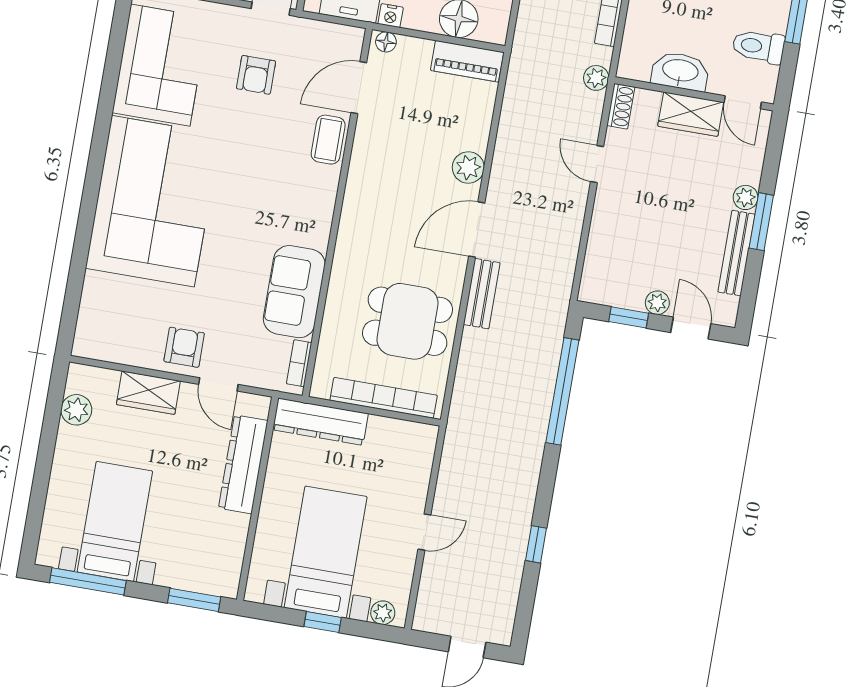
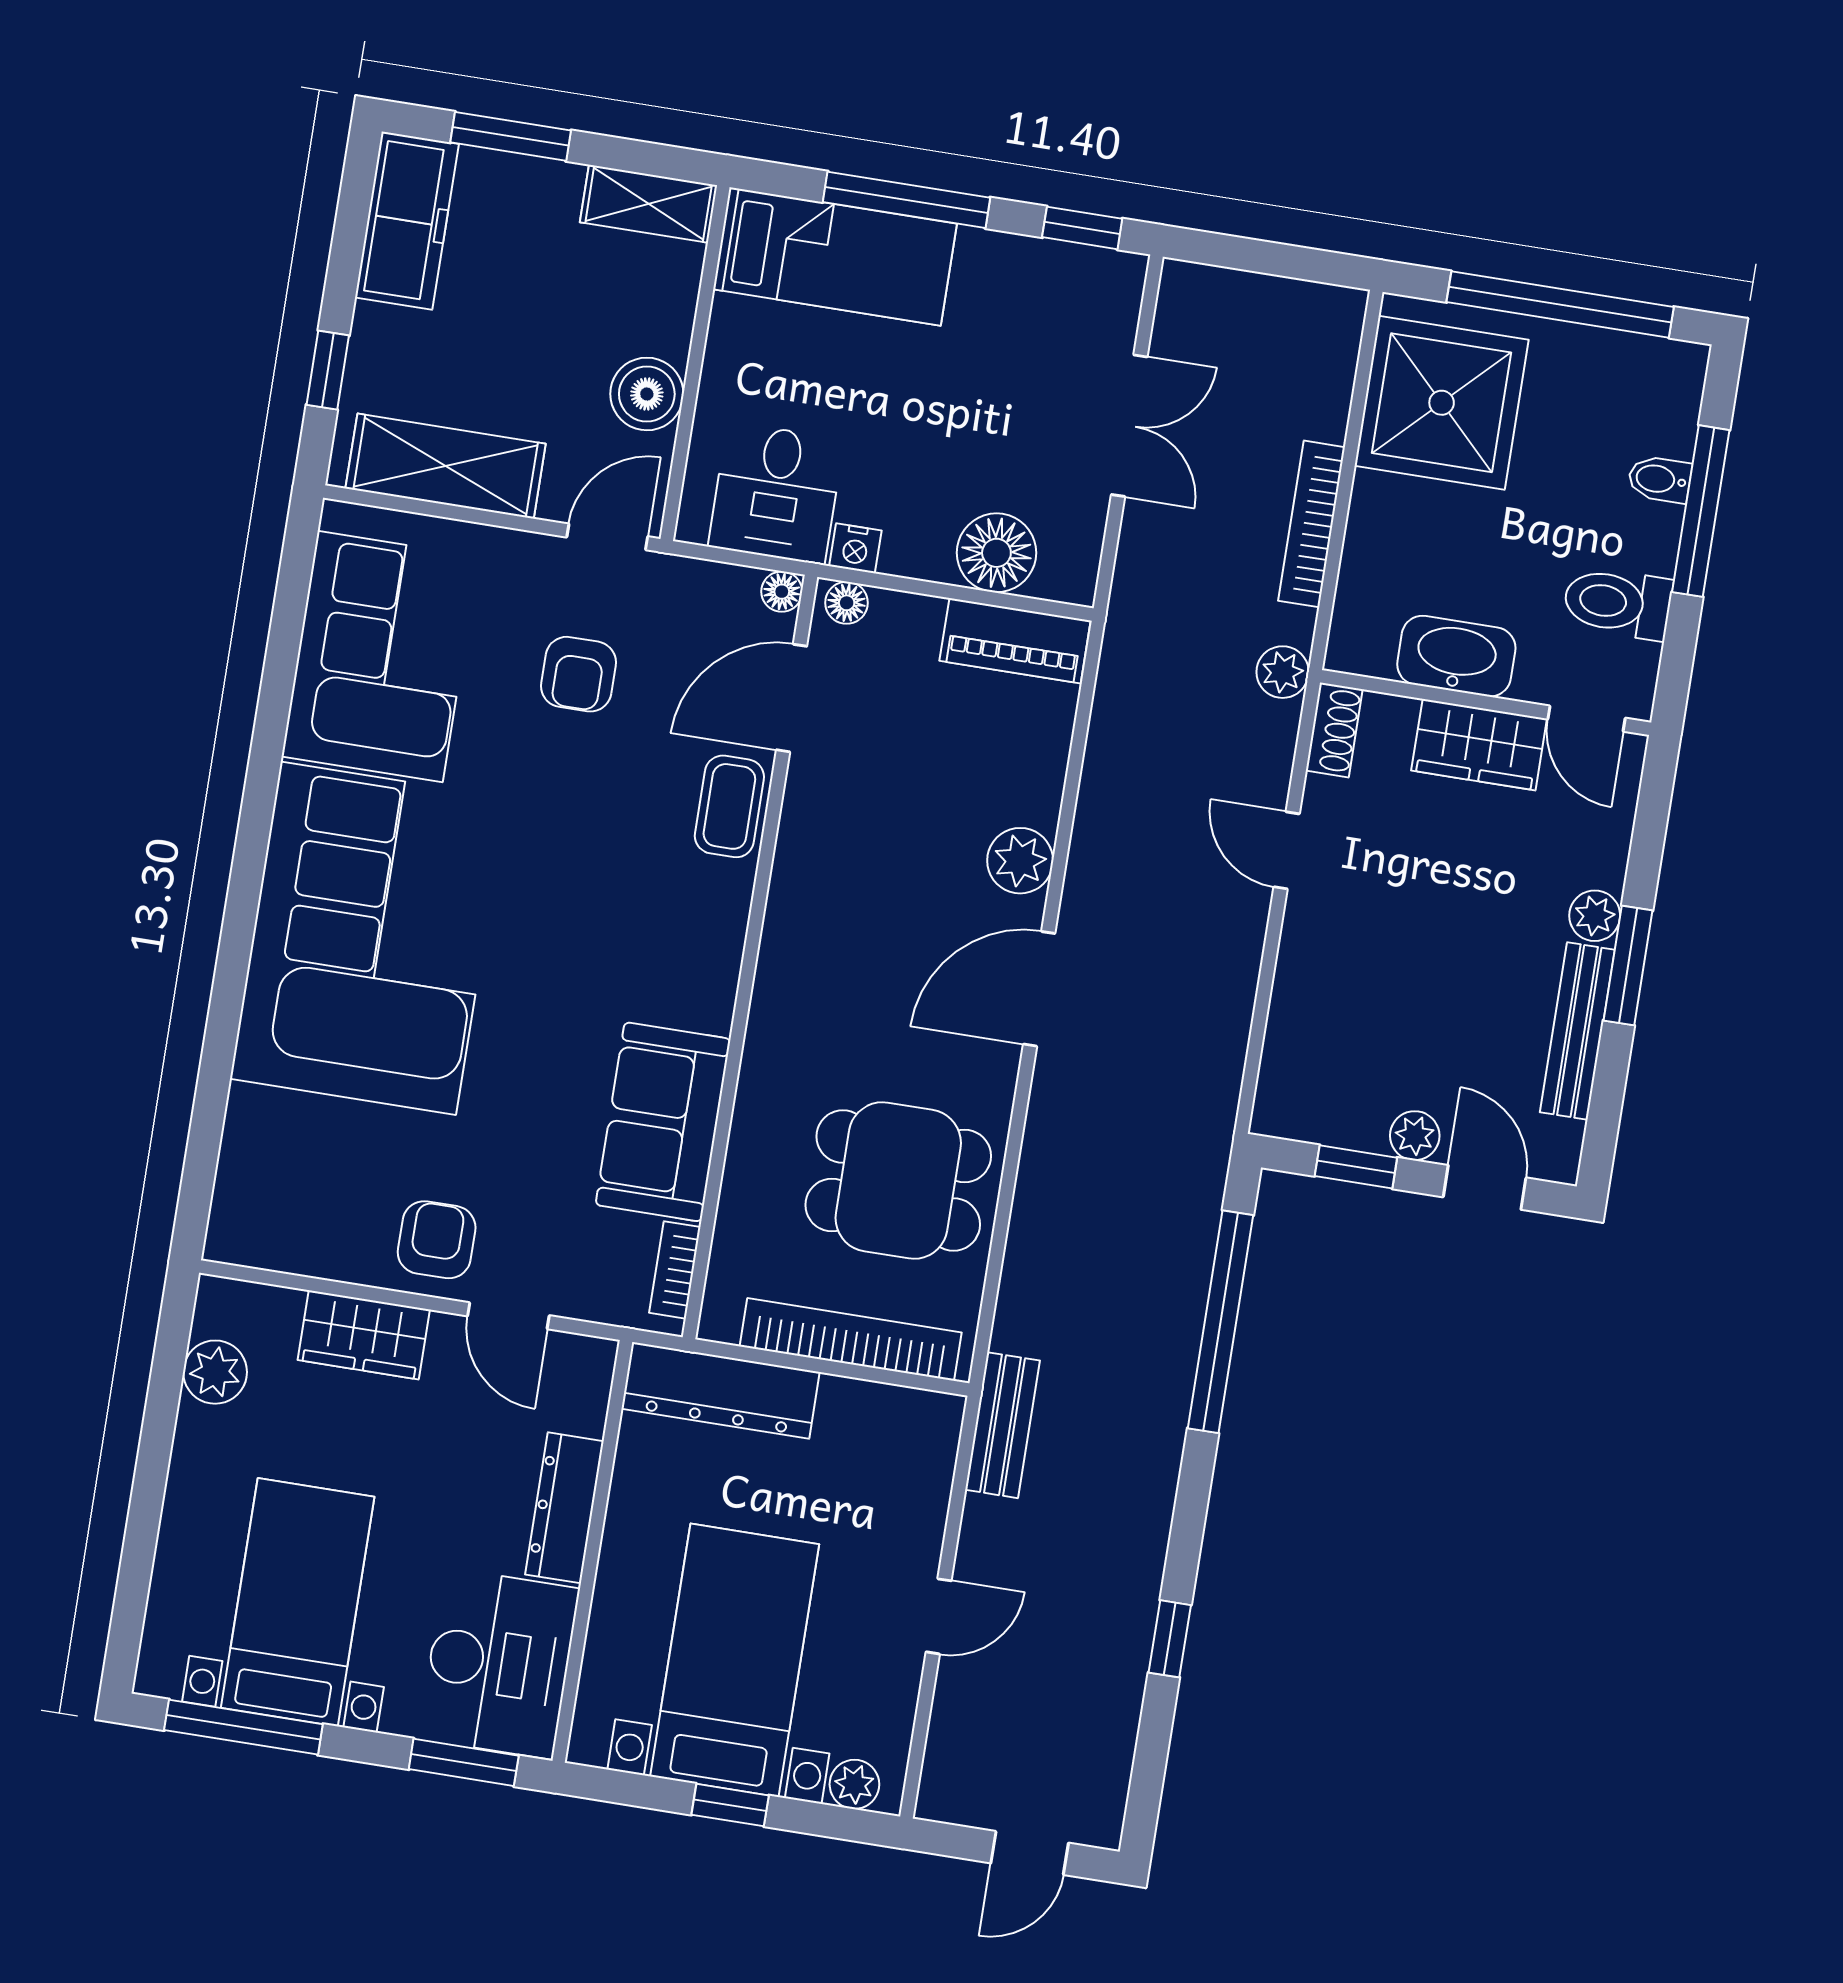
floor lamp: (355, 36) -> (782, 592), added
bench: (482, 294) -> (1002, 1425), moved
dresser: (243, 464) -> (564, 1508), width x0.73, depth x0.80
desk: (212, 552) -> (499, 1663), added

